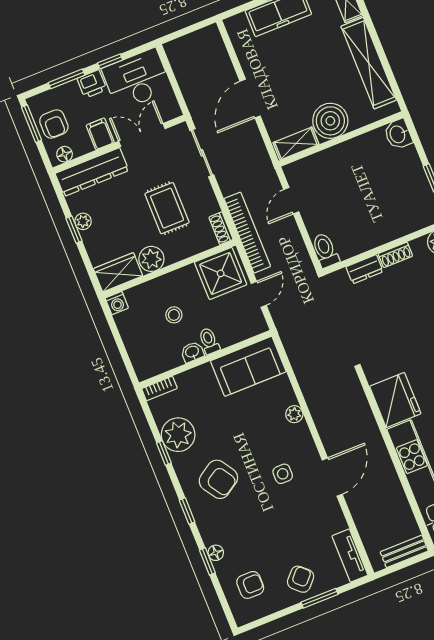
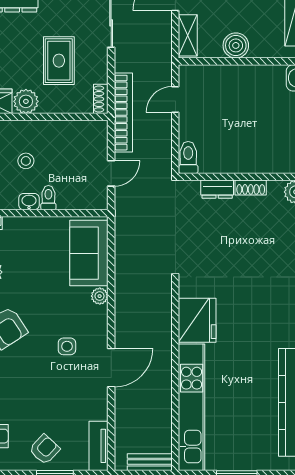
boiler: (330, 121) -> (236, 45), width x0.73, depth x0.73
shelving: (296, 143) -> (188, 35), moved, turned 90
shower: (221, 273) -> (84, 140), removed
sofa: (248, 366) -> (89, 253), moved, turned 90

